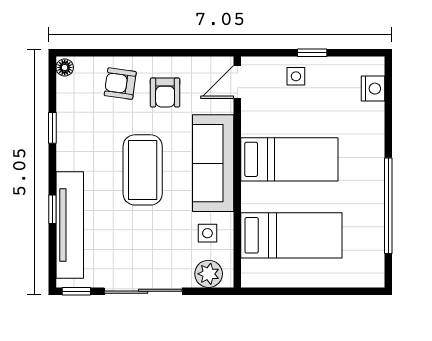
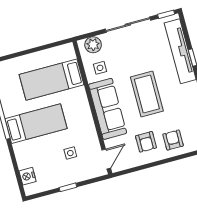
side table: (296, 76) -> (70, 153), moved
armchair: (120, 84) -> (173, 140), turned -98
armchair: (165, 92) -> (146, 142), turned 180
bed: (289, 159) -> (36, 124), moved, turned 180

